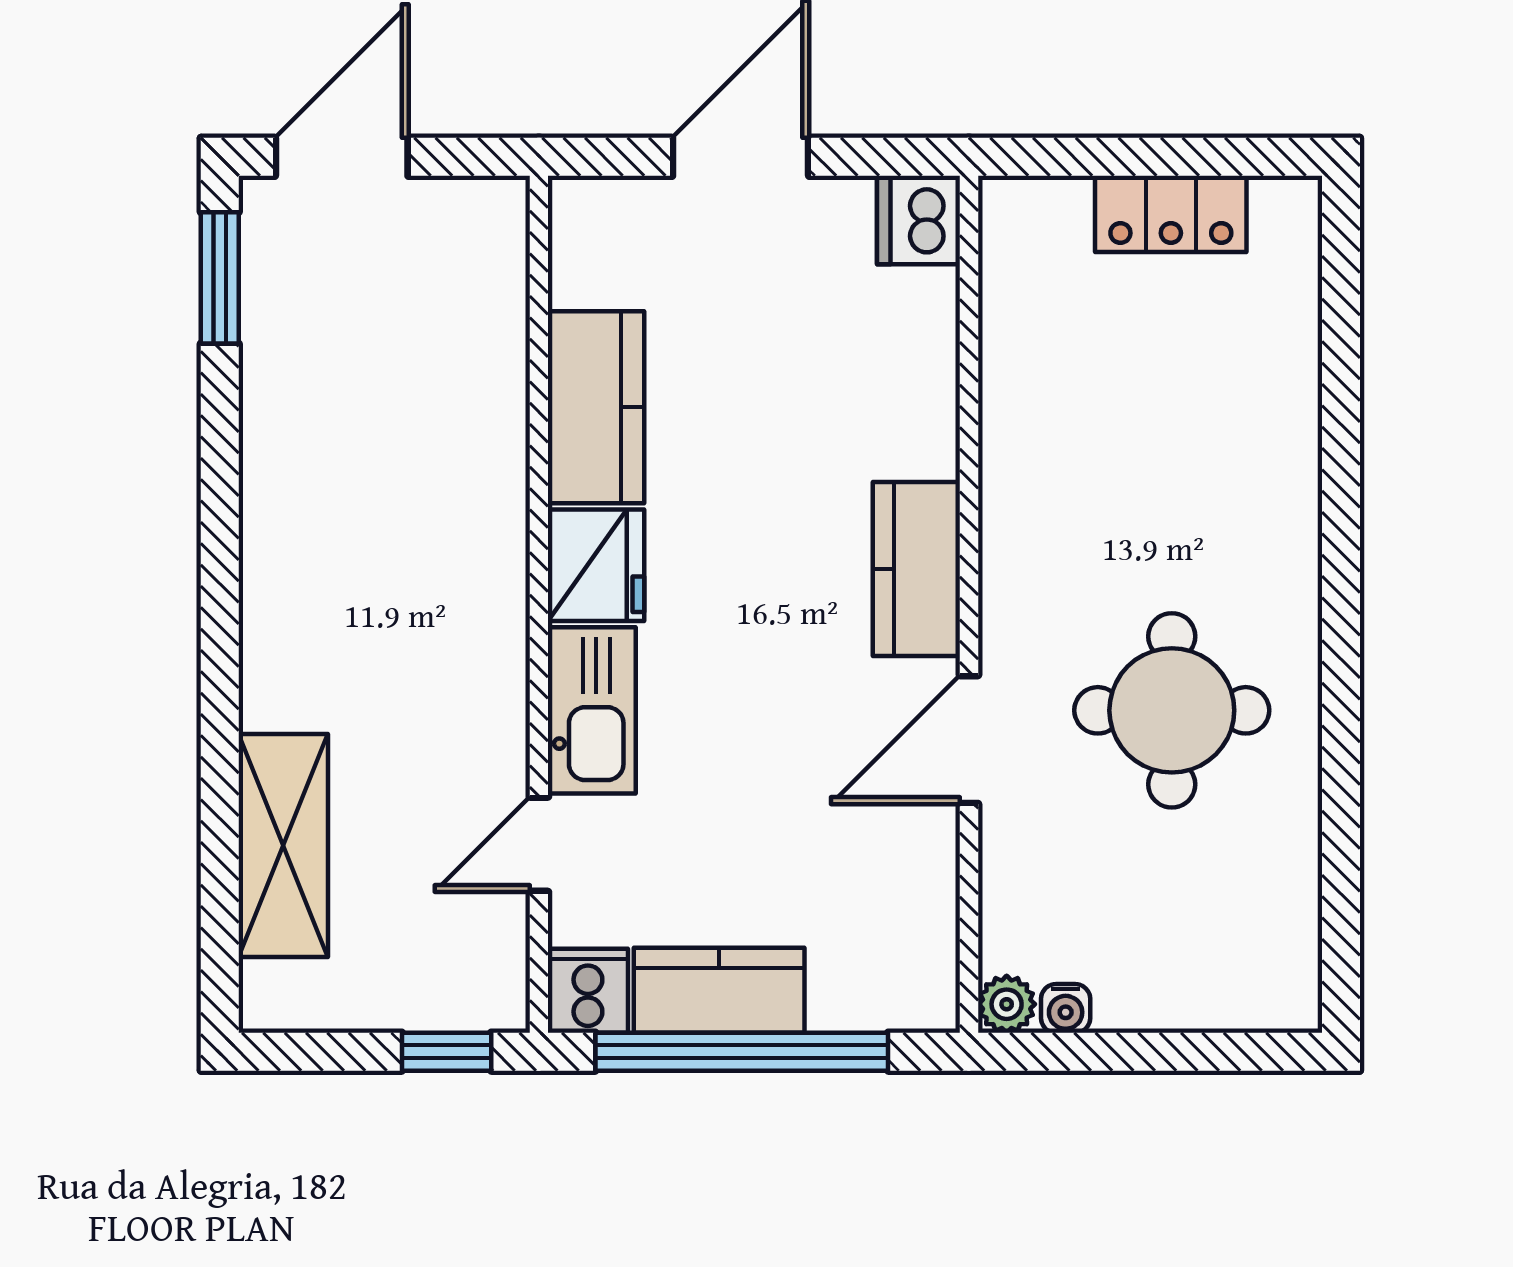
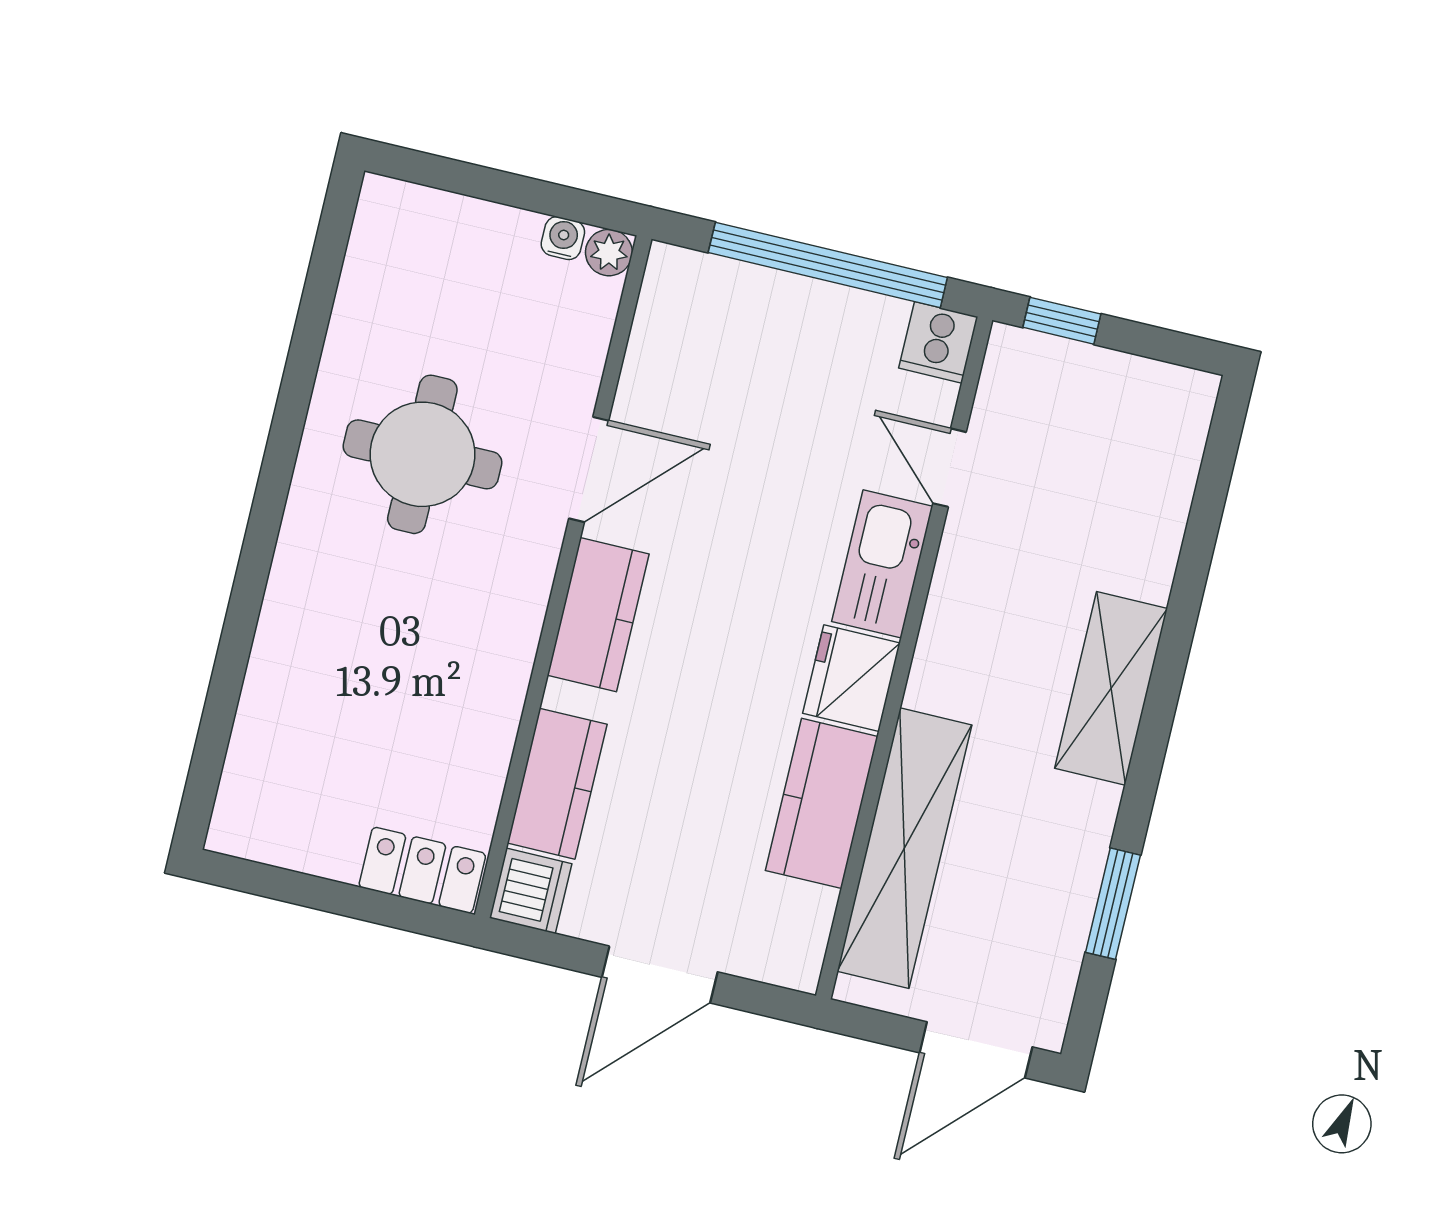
locker: (1171, 214) -> (422, 870), moved
window: (220, 278) -> (1113, 904), moved
shelving: (484, 377) -> (904, 848), added
door: (539, 844) -> (949, 468), swing flipped
shelving: (283, 846) -> (1111, 688), moved
kitchen counter: (719, 990) -> (557, 784), moved, turned -90

